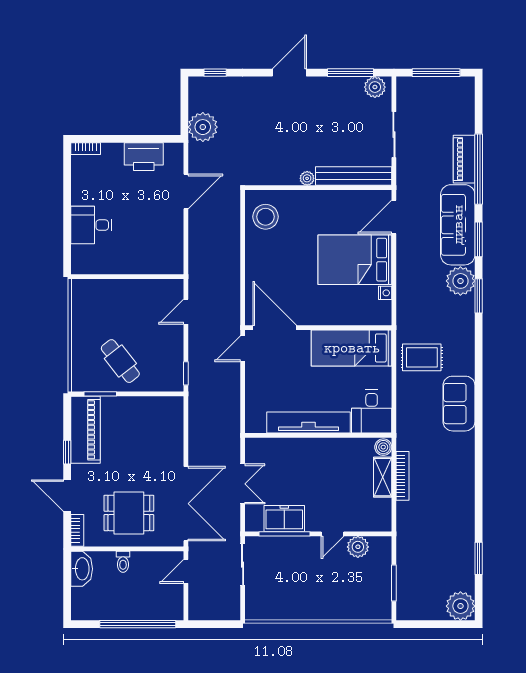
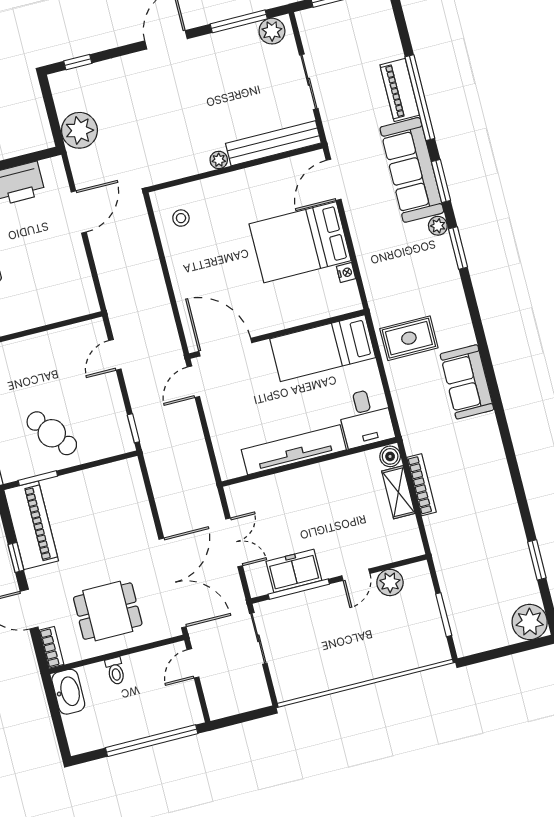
stool: (266, 217) -> (181, 218), width x0.53, depth x0.53
plant: (460, 281) -> (438, 226), width x0.53, depth x0.53

